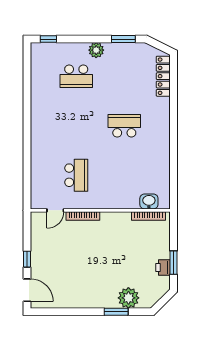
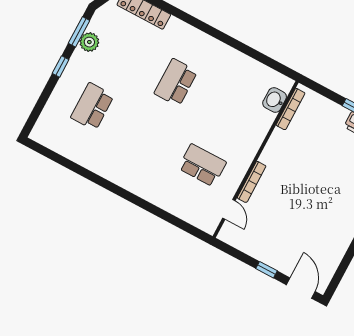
window: (48, 39) -> (61, 66), moved
plant: (96, 50) -> (89, 42), moved
school desk: (76, 76) -> (92, 107), turned 180
door: (27, 290) -> (301, 288), hinge flipped

